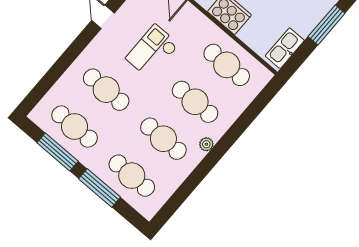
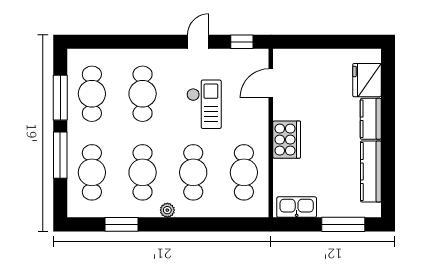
checkout: (152, 51) -> (204, 104), turned 90
window: (188, 186) -> (122, 224), added

